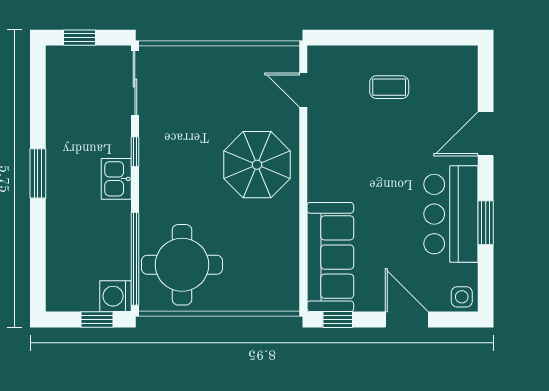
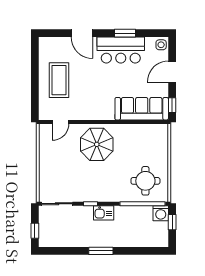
coffee table: (389, 87) -> (59, 80), width x1.86, depth x1.72
round table: (182, 265) -> (145, 181), width x0.73, depth x0.73

